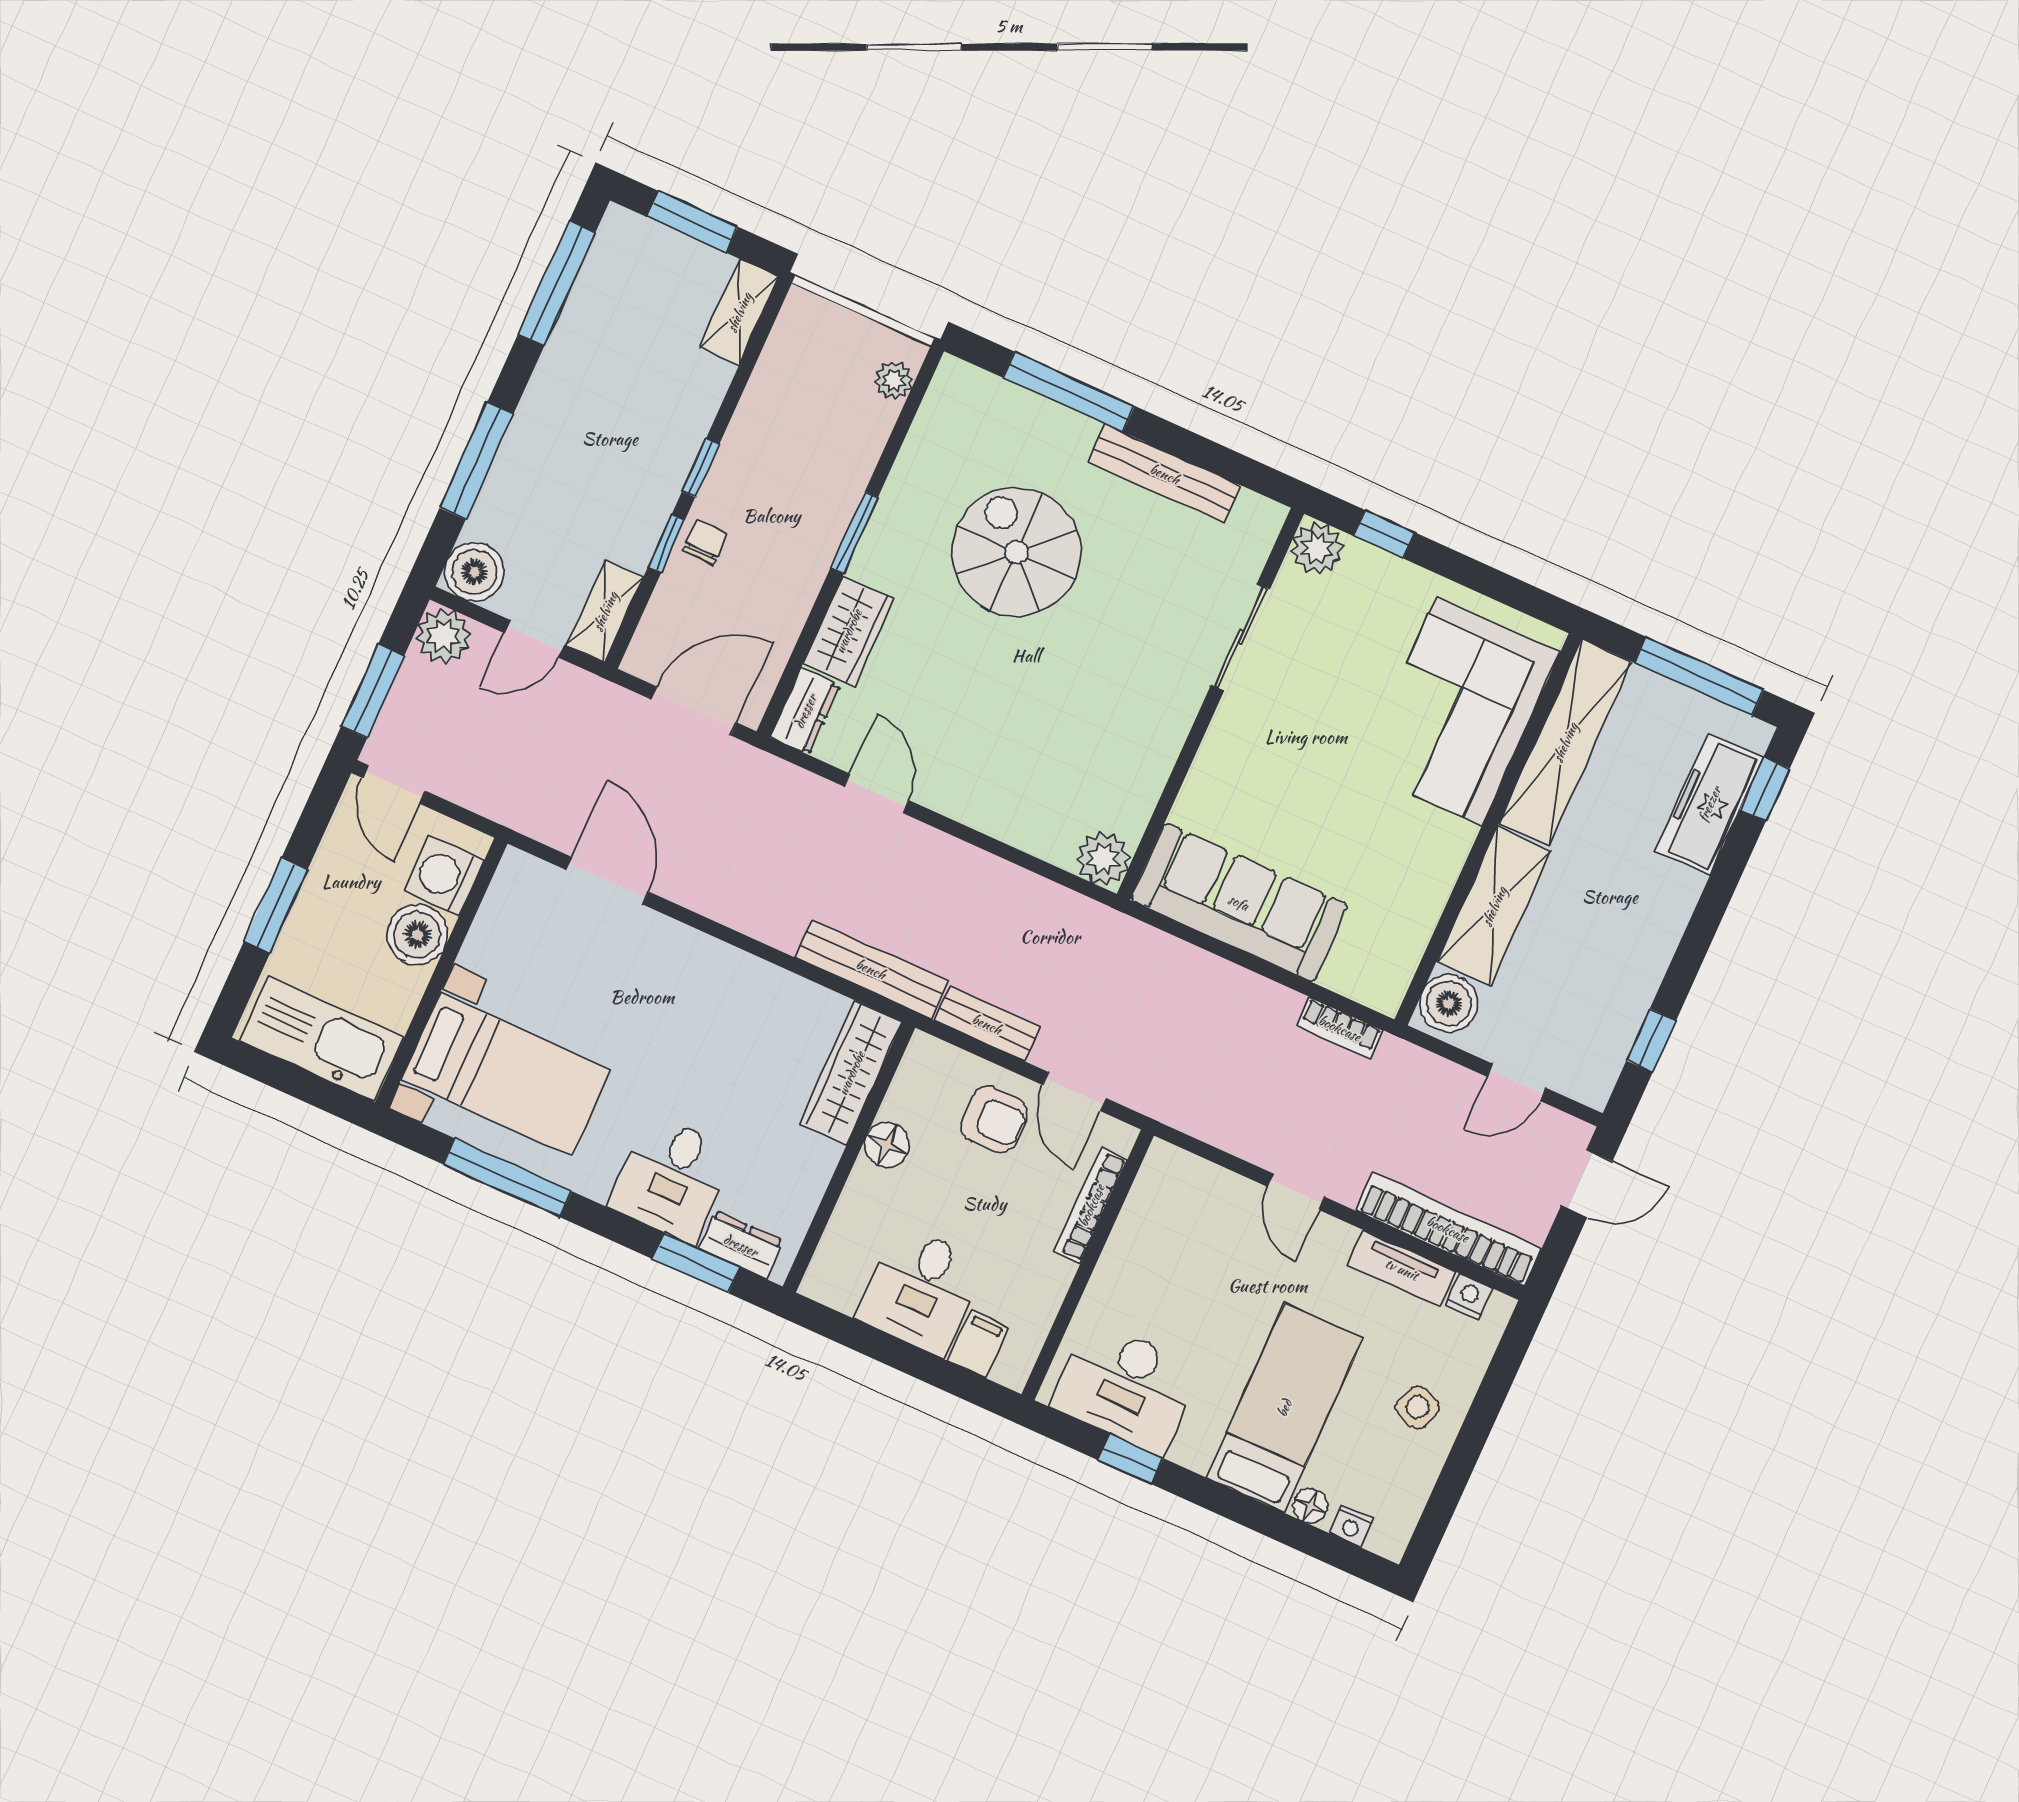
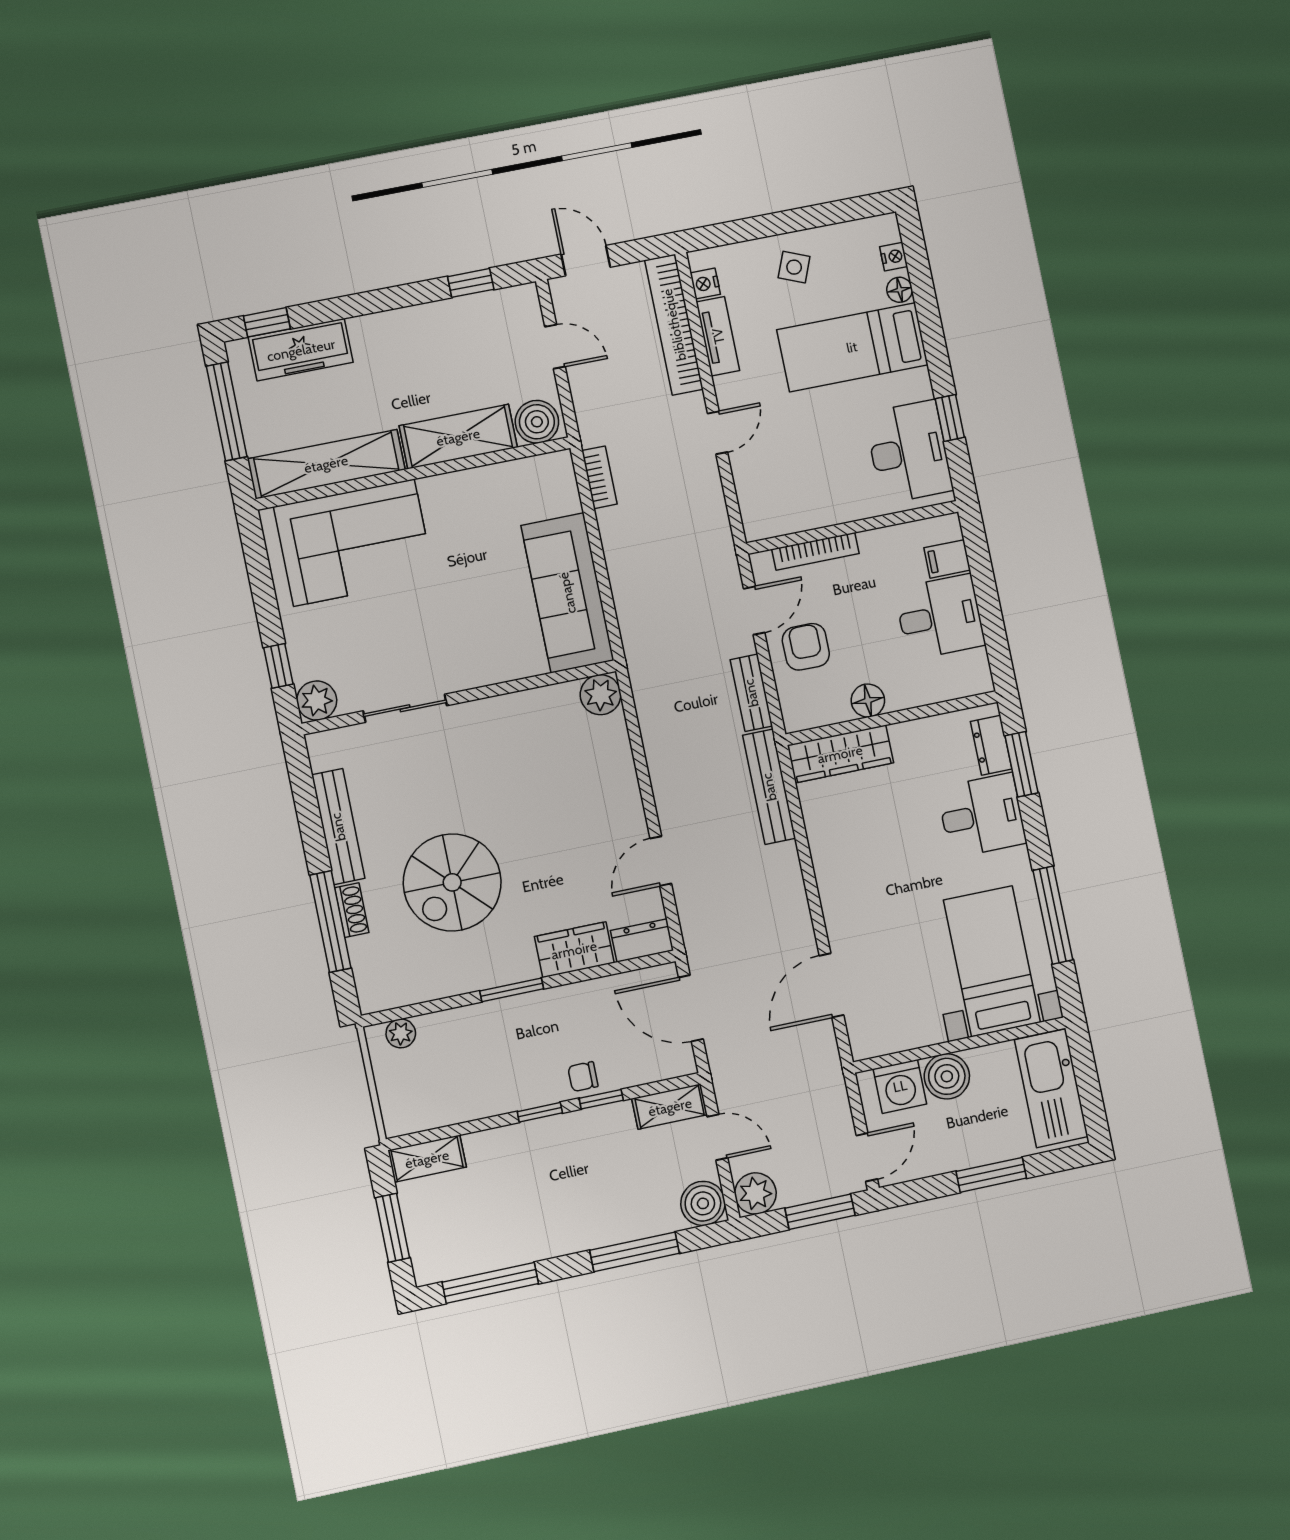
shoe rack: (1064, 423) -> (352, 910), added

